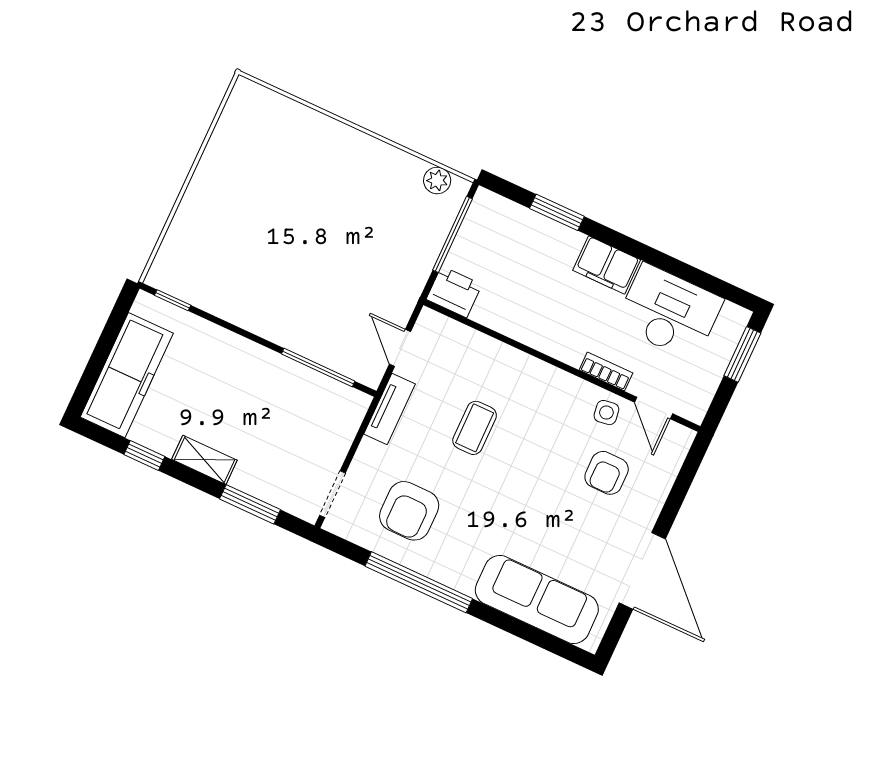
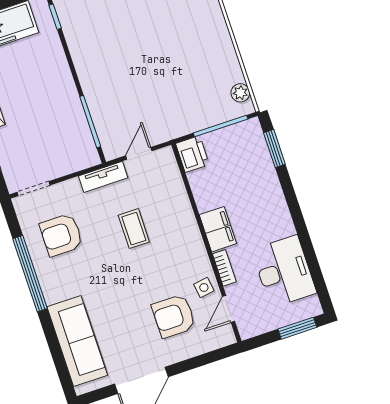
window: (557, 212) -> (274, 149), moved
filing cabinet: (607, 265) -> (218, 229), moved, turned 180
coffee table: (475, 428) -> (134, 229), turned 90
armchair: (607, 473) -> (174, 316), width x1.38, depth x1.38

